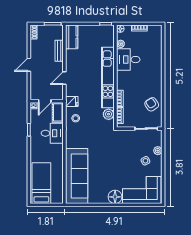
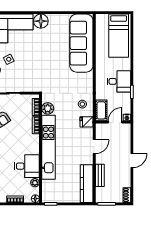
kitchen counter: (72, 37) -> (87, 184), width x1.50
desk: (52, 133) -> (119, 81), moved, turned 180

